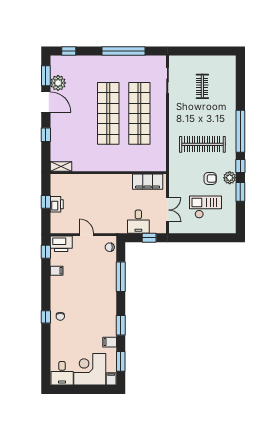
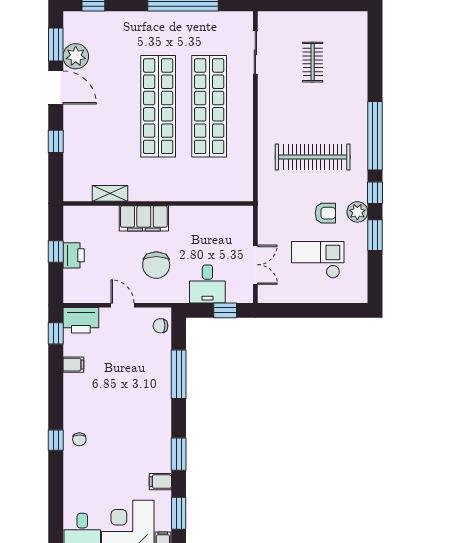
shelving: (61, 166) -> (110, 193), moved
filing cabinet: (148, 182) -> (144, 218), moved
chair: (107, 210) -> (156, 265), added

